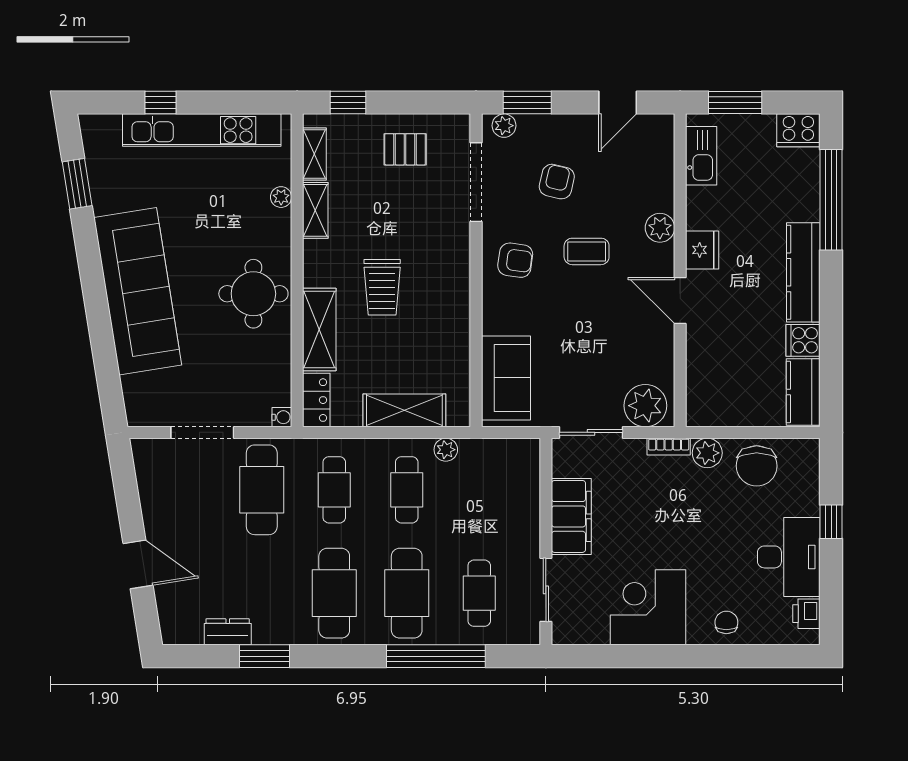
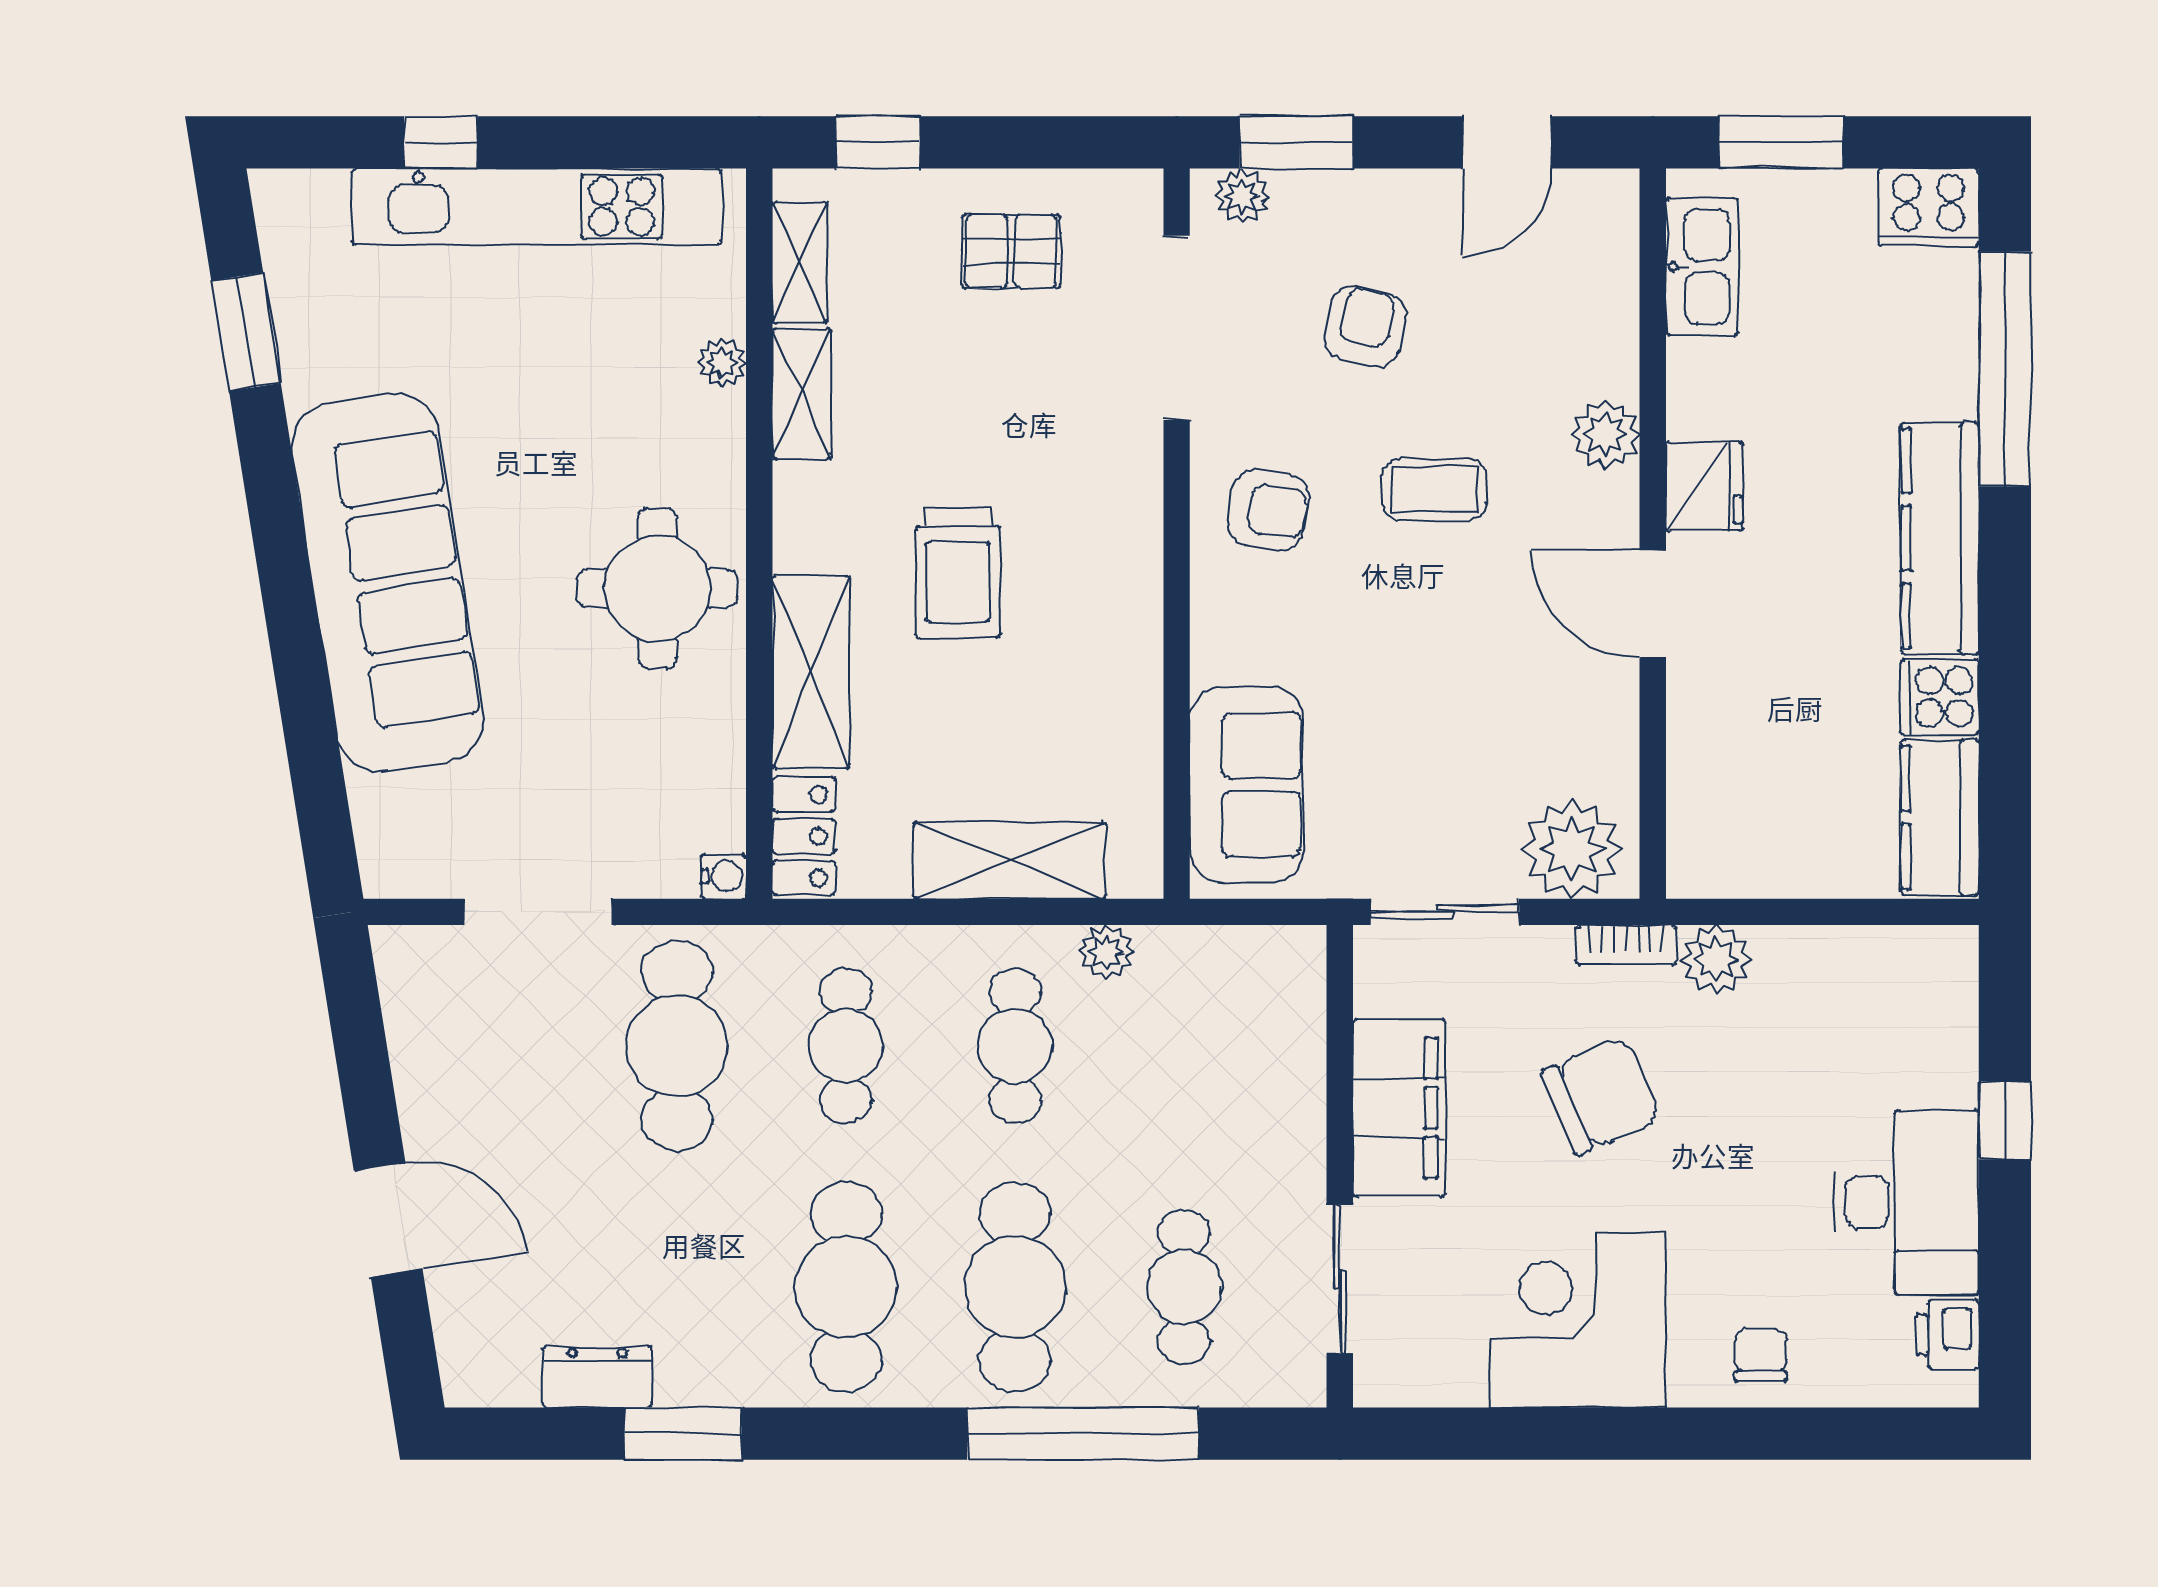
chair: (757, 466) -> (1601, 1096), moved, turned -113

